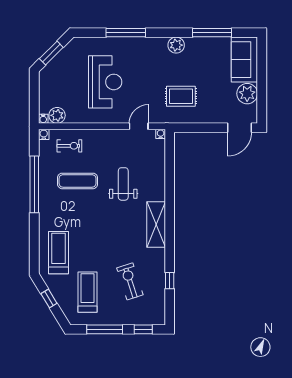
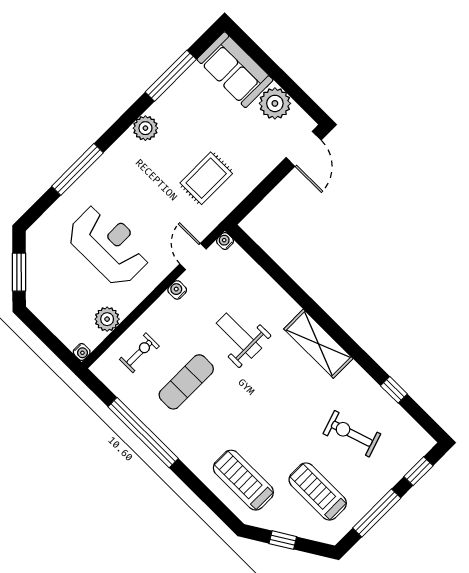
plant: (57, 115) -> (107, 319), moved
water cooler: (44, 134) -> (177, 290), moved

